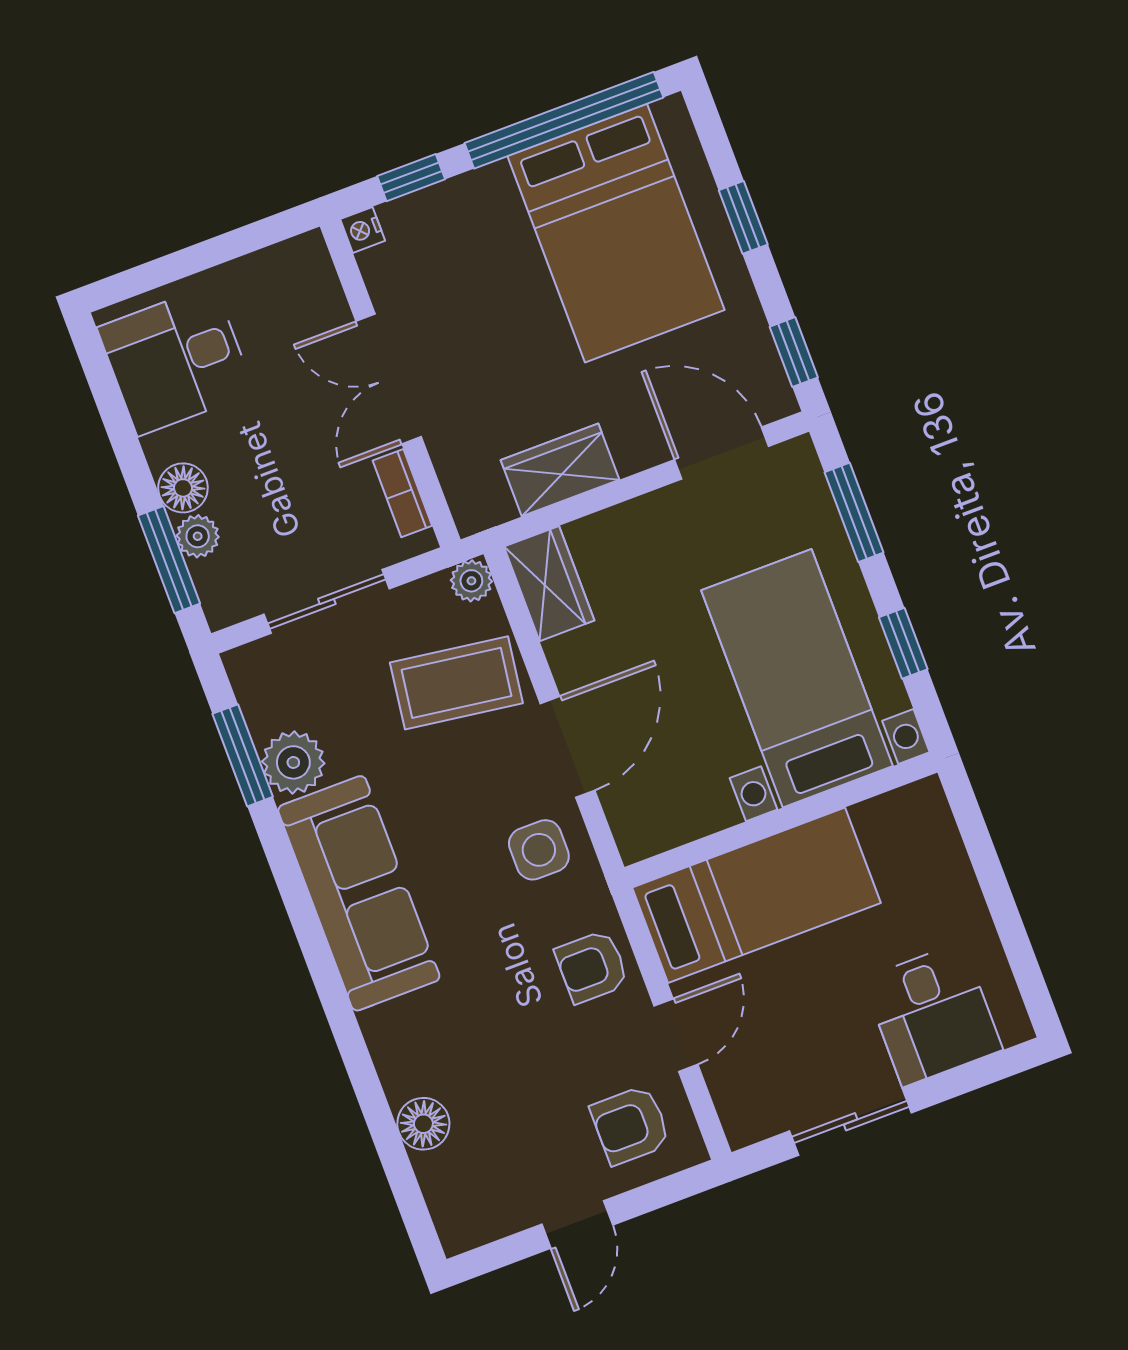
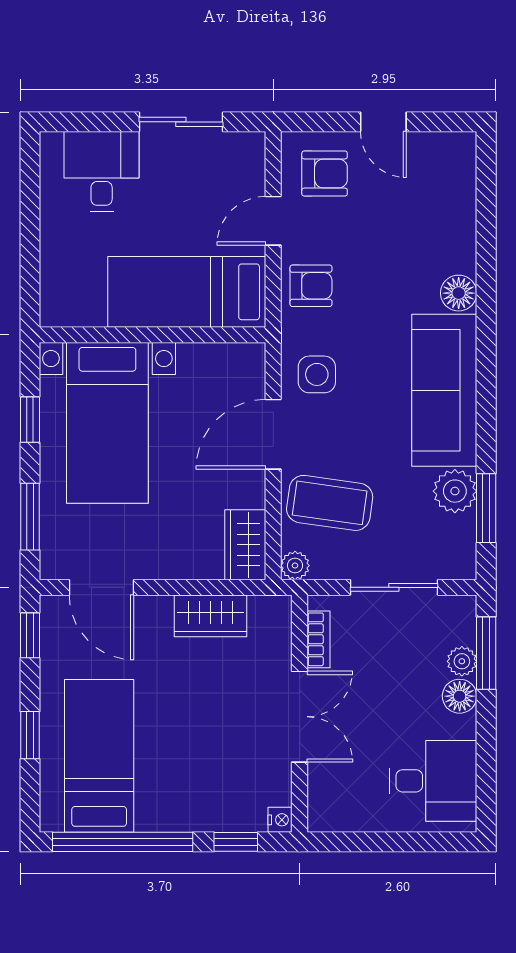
bed: (616, 233) -> (99, 756), width x0.67
floor lamp: (423, 1124) -> (459, 293), moved
door: (577, 1225) -> (383, 122), swing flipped

